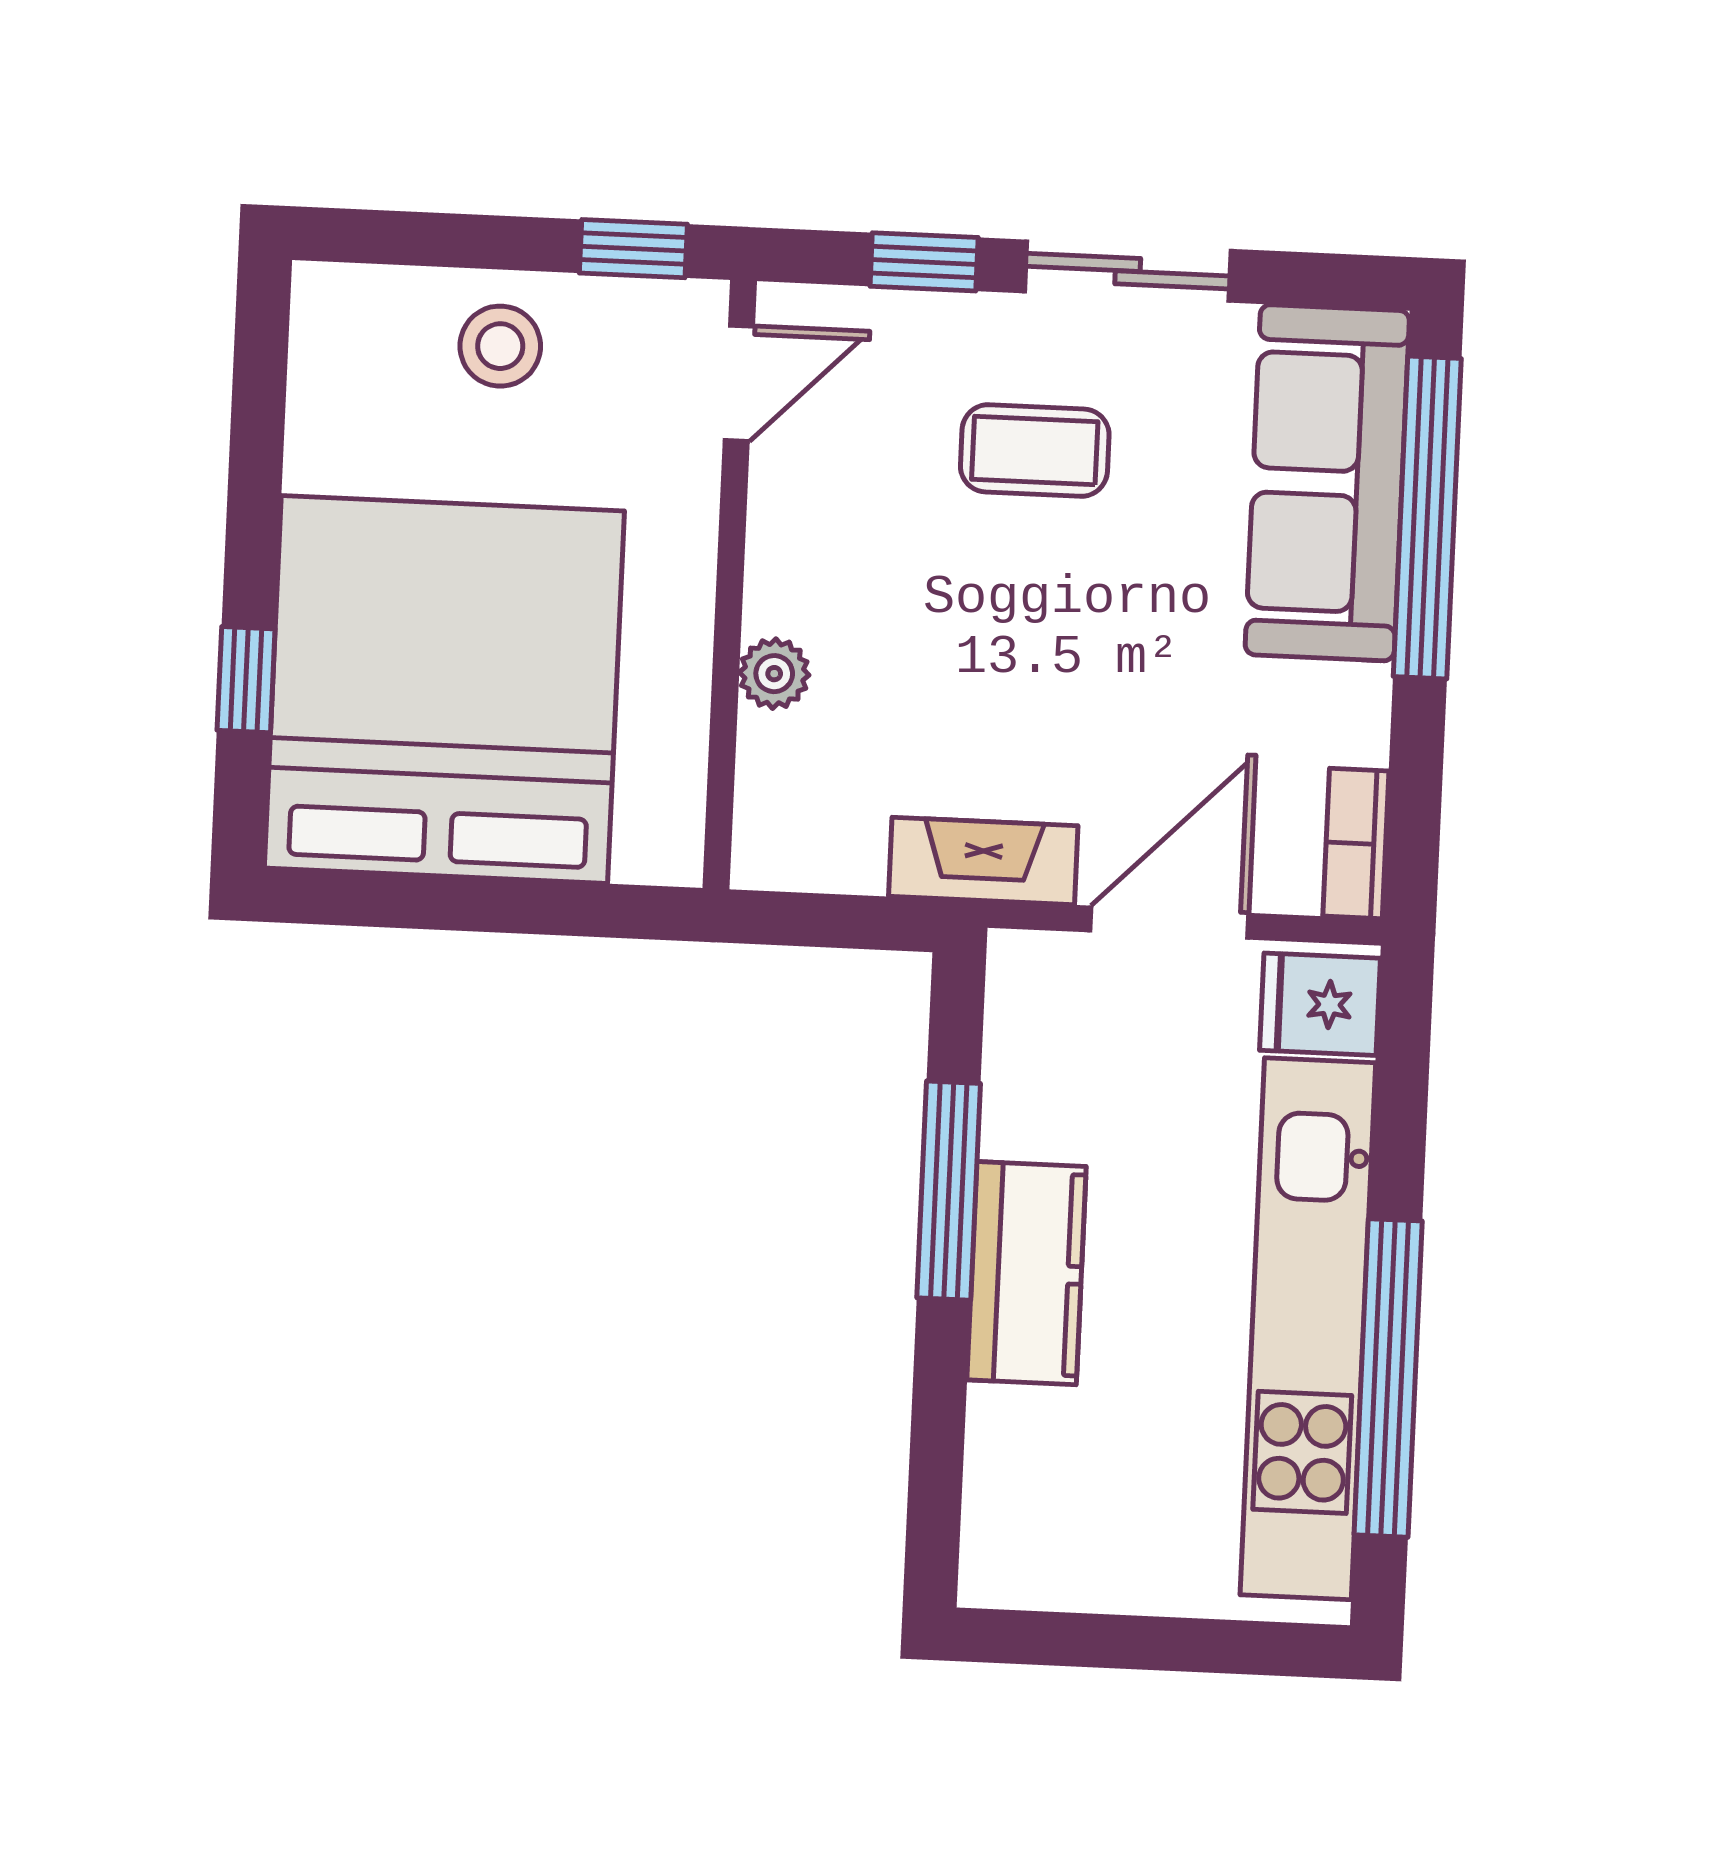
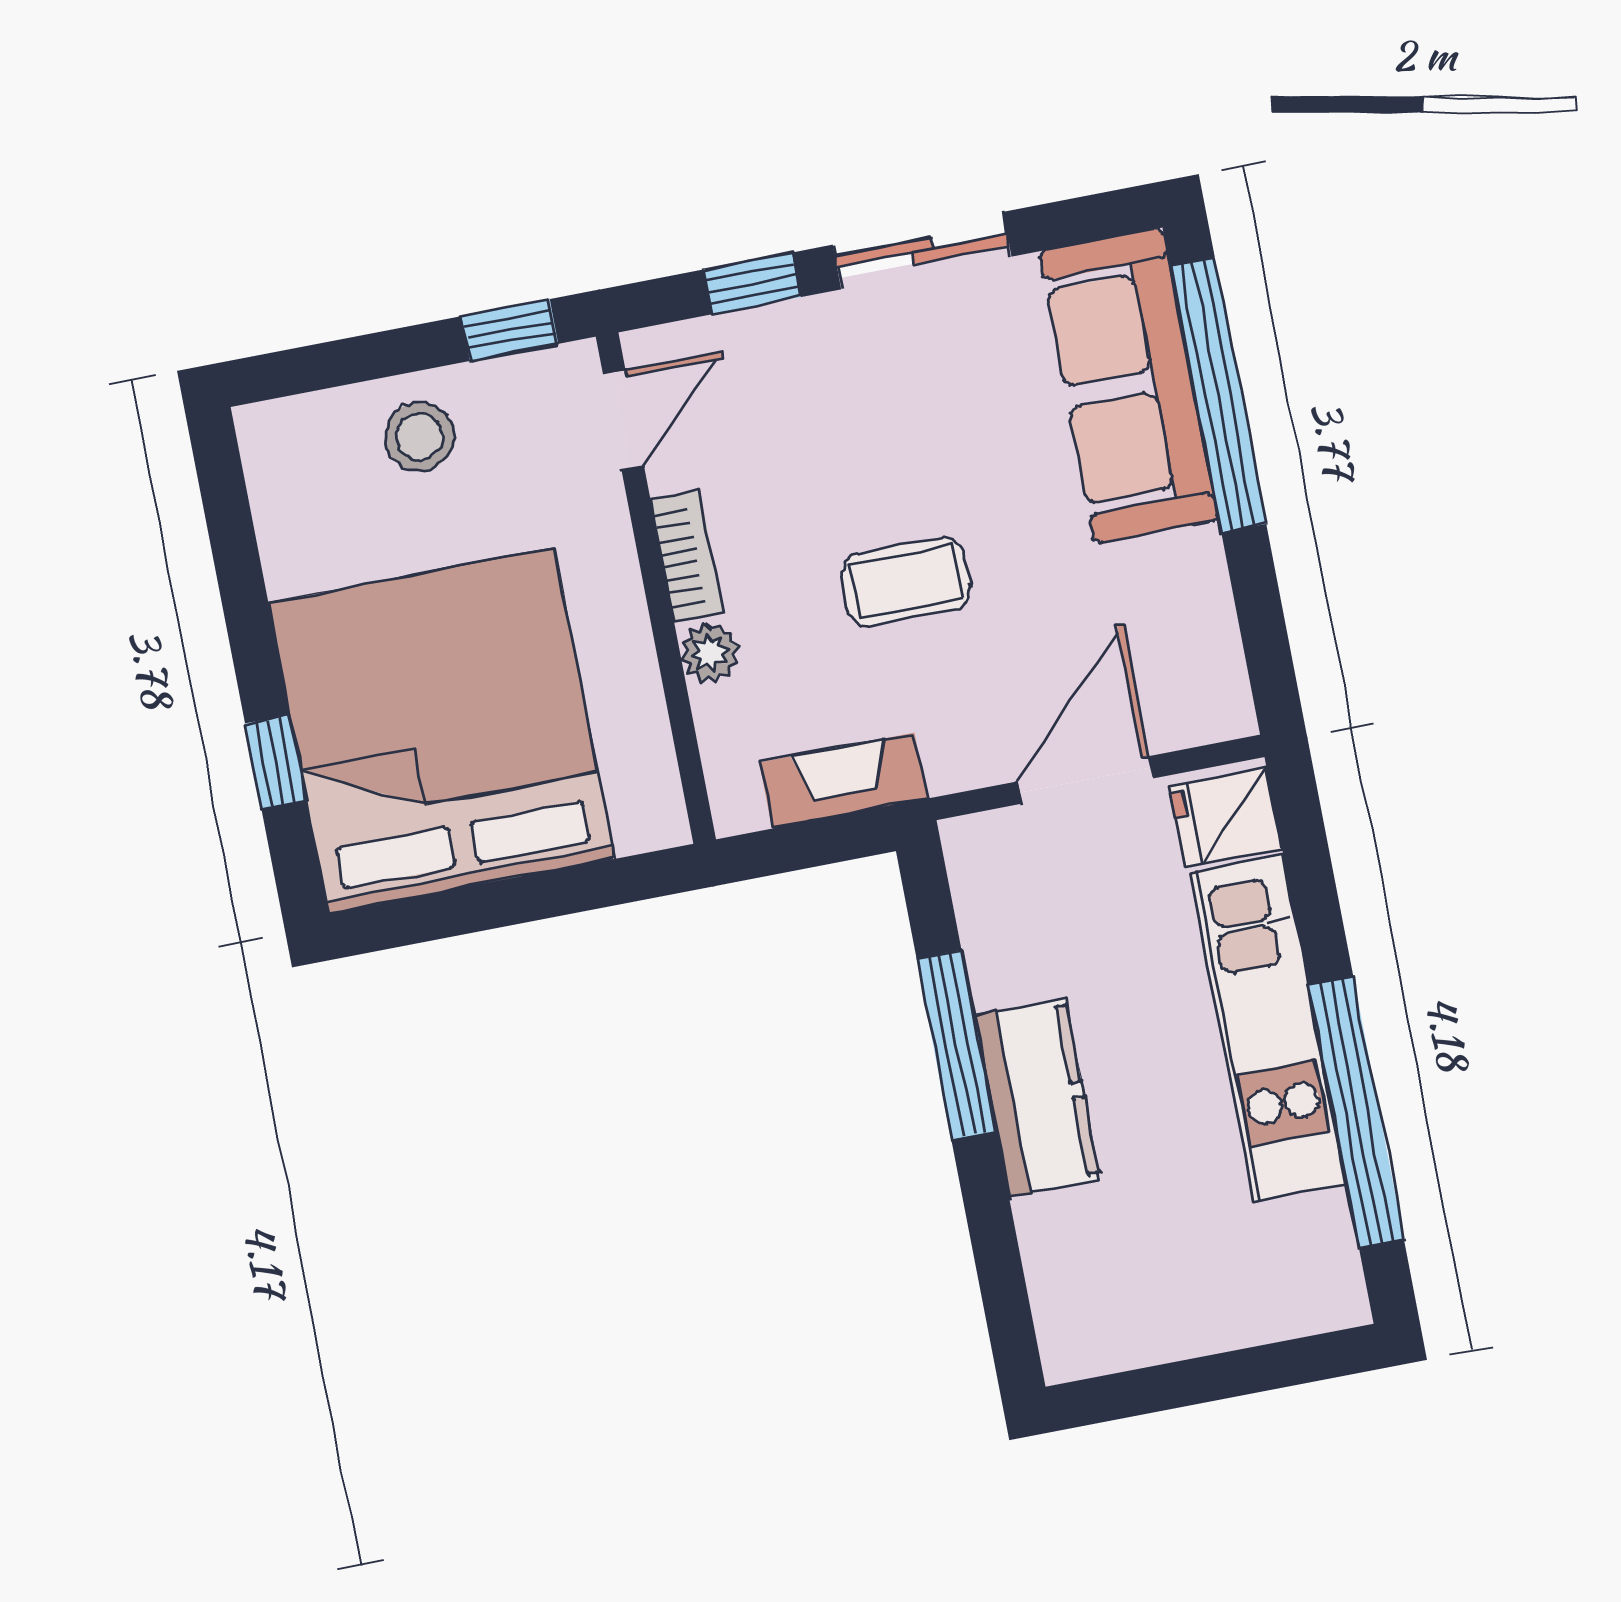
coffee table: (1035, 451) -> (906, 582), moved
bookcase: (1356, 843) -> (687, 557), moved, turned 180
fireplace: (983, 861) -> (843, 781), moved
kitchen unit: (1308, 1329) -> (1269, 1028), width x0.73

